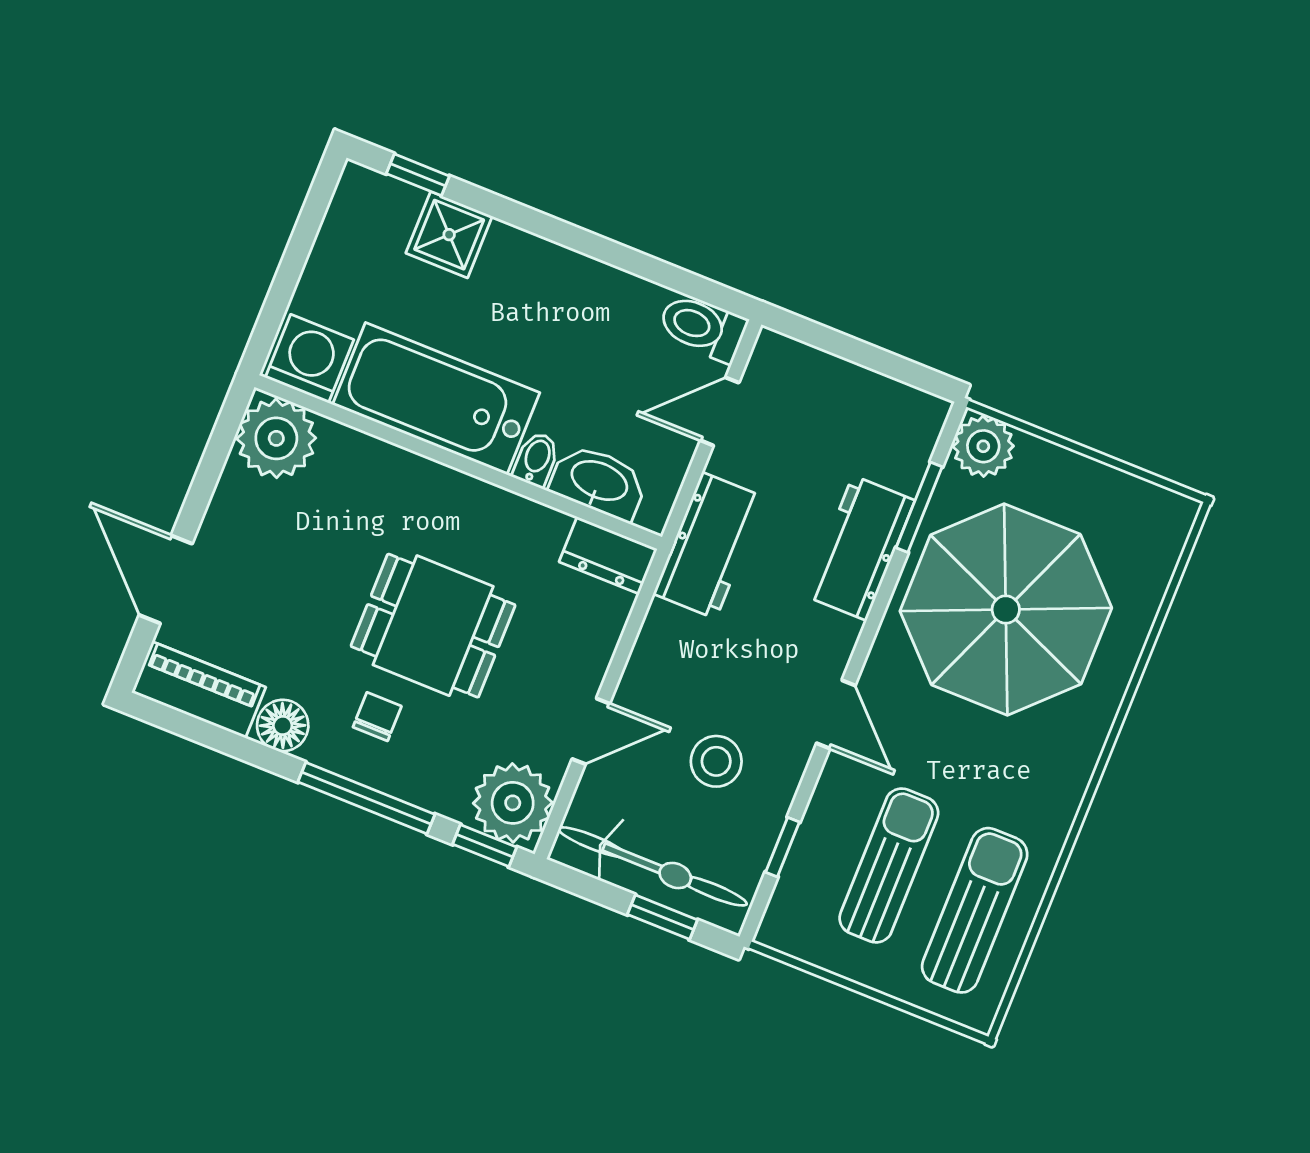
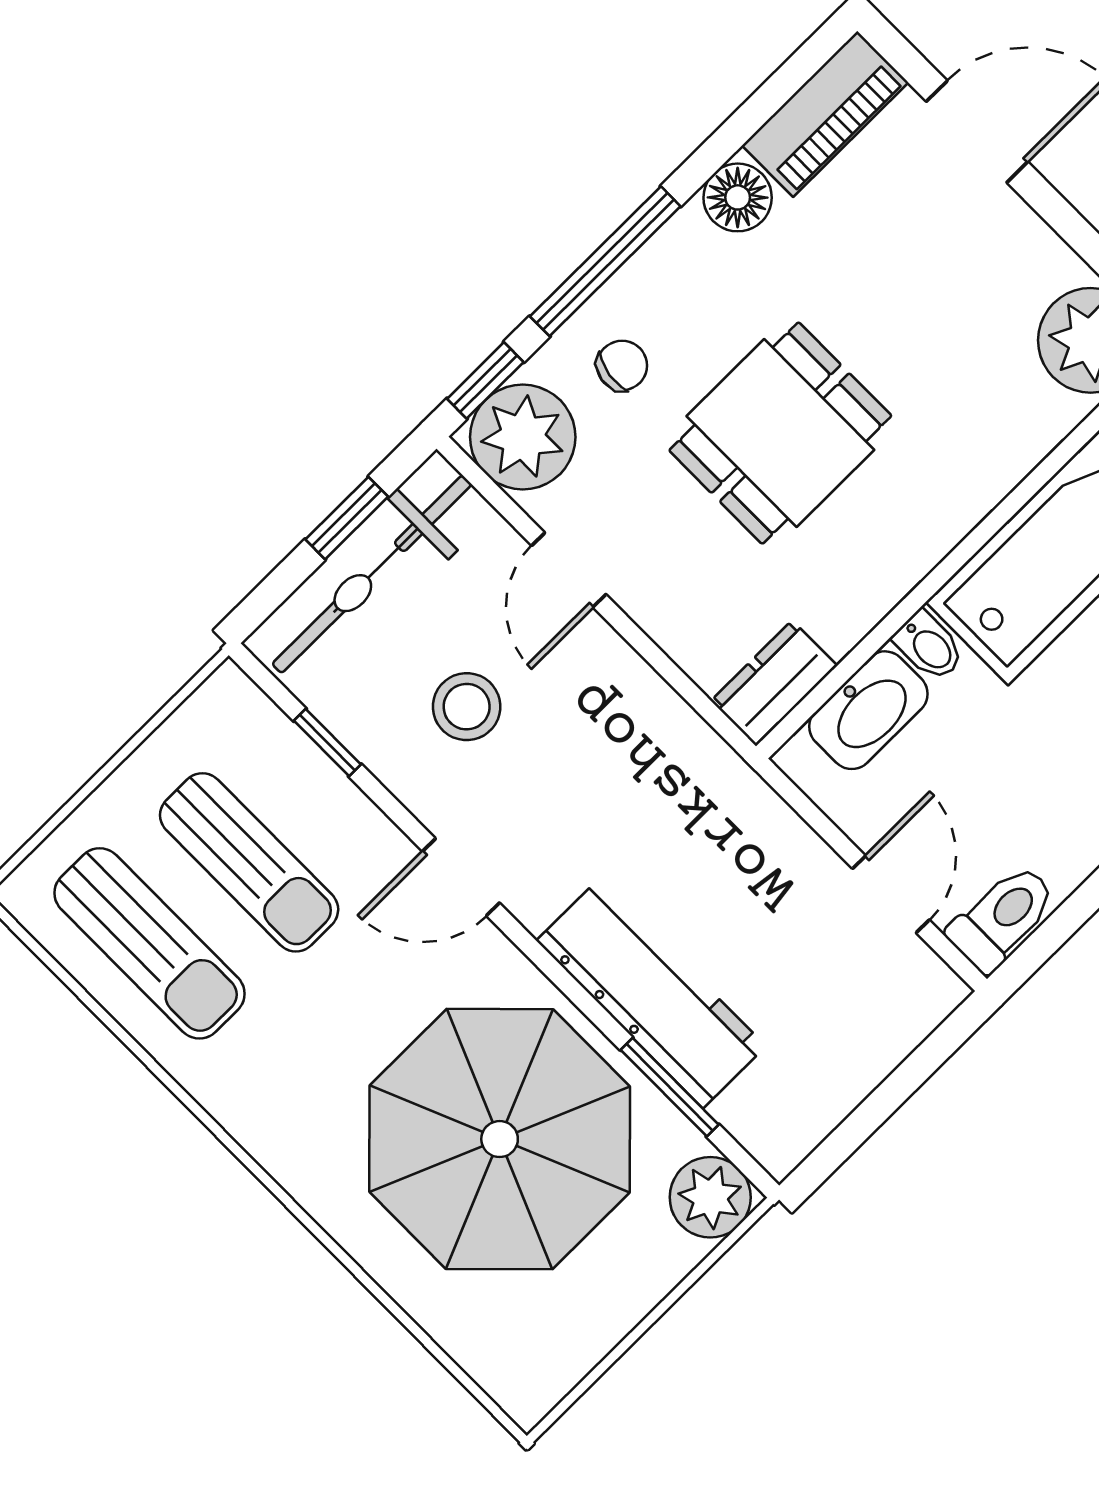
workbench: (709, 546) -> (733, 811), removed
workbench: (860, 548) -> (651, 993), width x1.37
chair: (377, 717) -> (622, 366), moved, turned -81
window: (662, 917) -> (347, 518), moved

